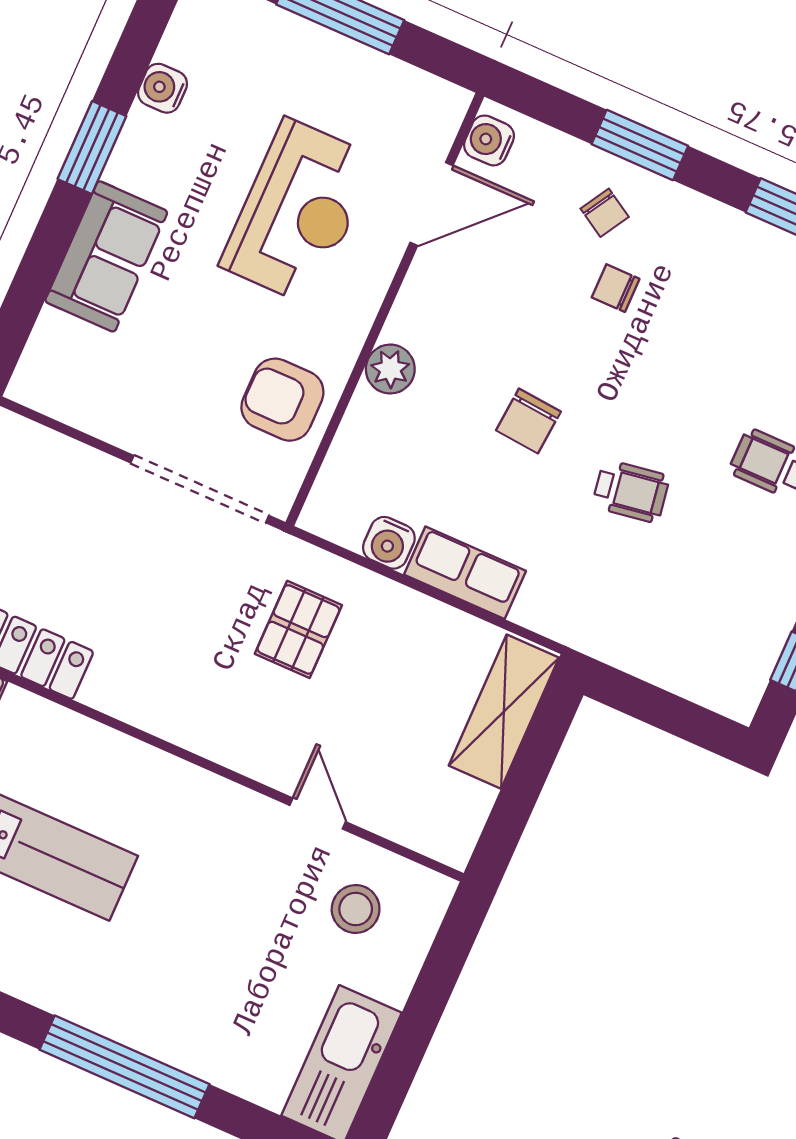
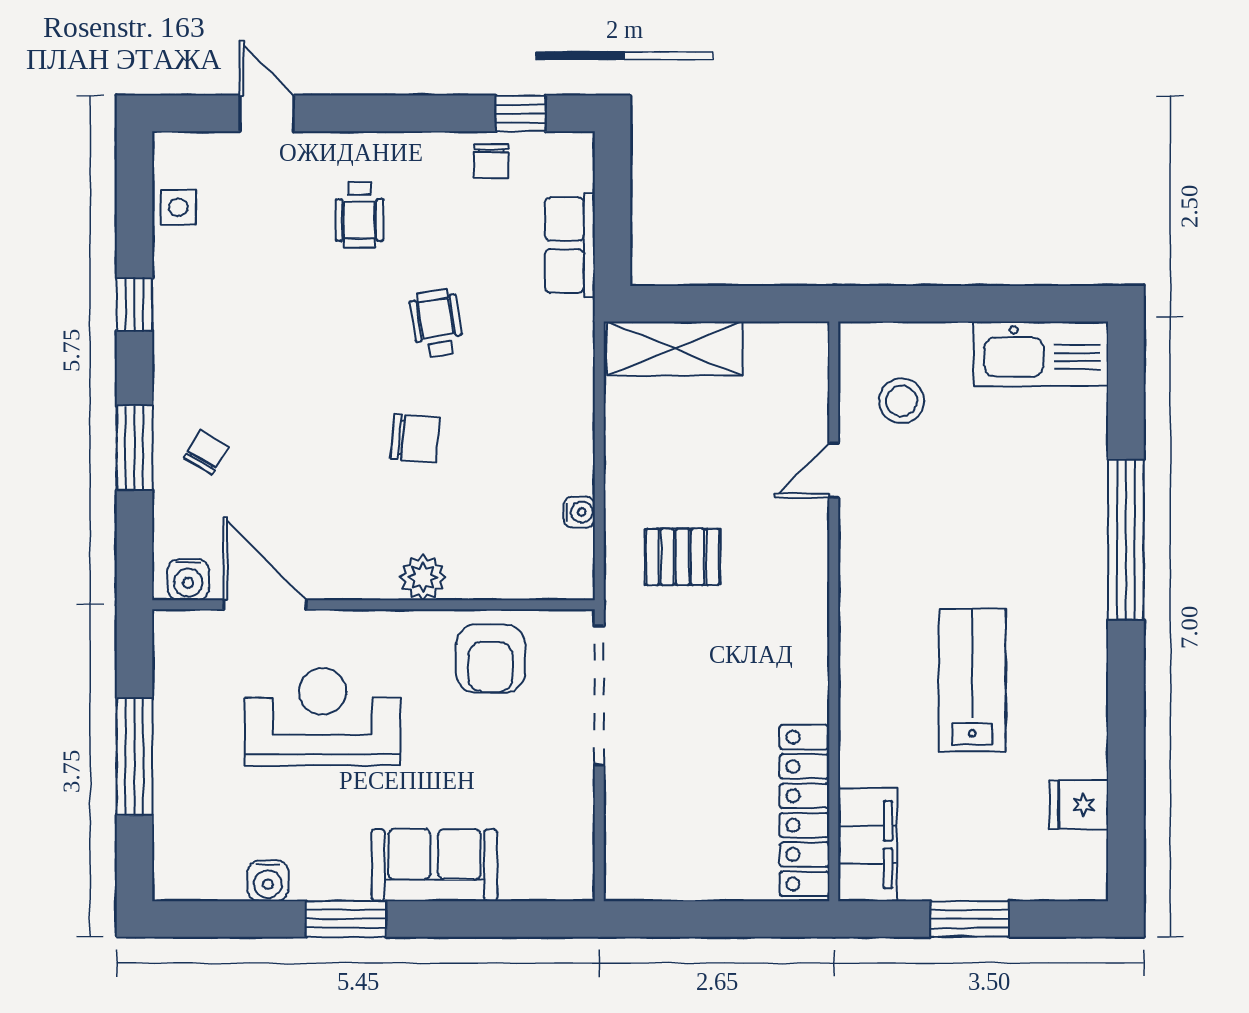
chair: (616, 288) -> (491, 161), moved
water cooler: (389, 543) -> (579, 512), width x0.72, depth x0.72
row of seats: (465, 573) -> (570, 245), moved

